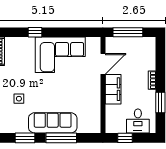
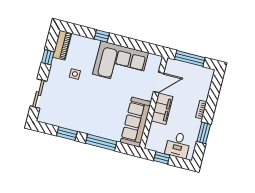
side table: (19, 99) -> (75, 74), moved
sofa: (53, 123) -> (136, 122), moved, turned -90

